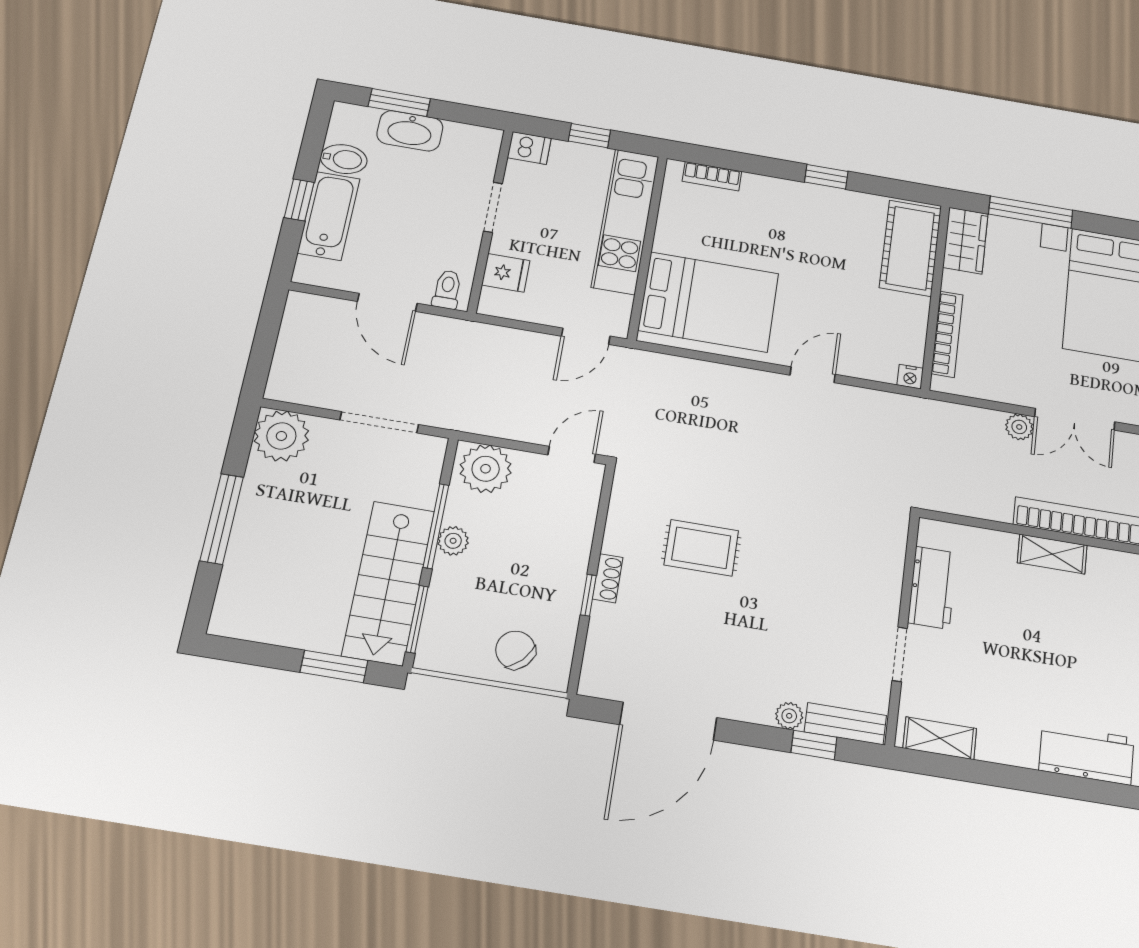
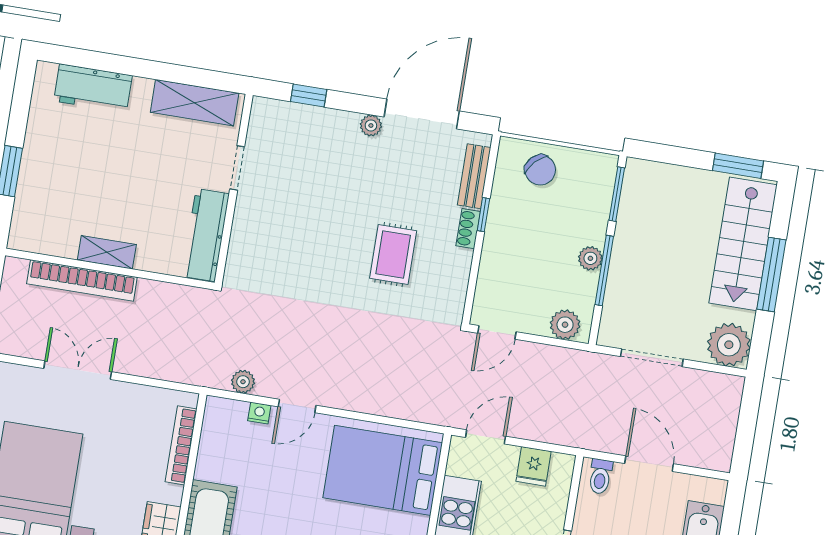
fridge: (506, 273) -> (534, 466), moved, turned -90
nightstand: (910, 377) -> (259, 413), moved
plant: (1019, 427) -> (243, 382), moved
plant: (486, 469) -> (565, 325), width x0.73, depth x0.73
rug: (701, 548) -> (393, 255), turned 90
stairs: (388, 583) -> (743, 244), moved, turned 180
workbench: (932, 588) -> (206, 235), width x1.38
window: (334, 666) -> (738, 166), moved
plant: (789, 716) -> (371, 125), moved
bench: (845, 724) -> (474, 176), moved, turned 90
shelving: (940, 738) -> (195, 103), width x1.50, depth x1.33

